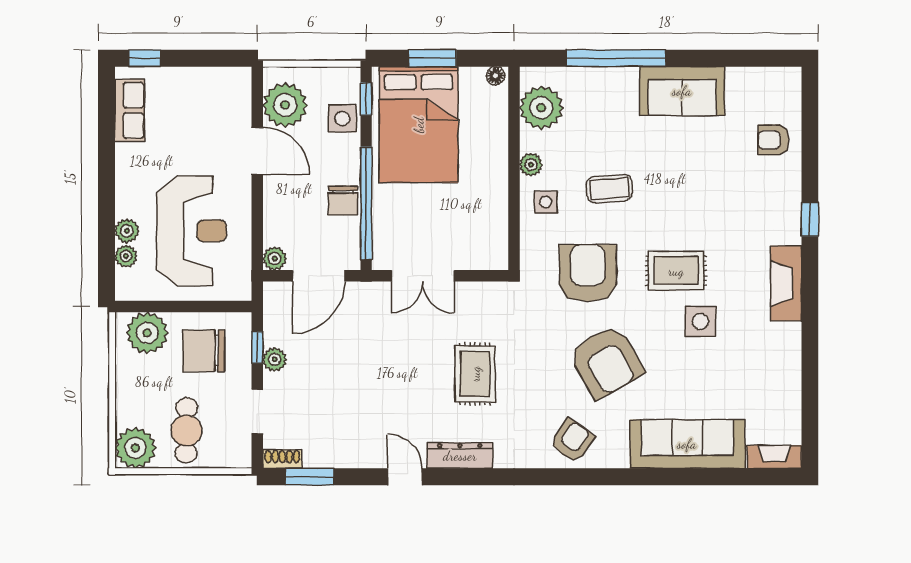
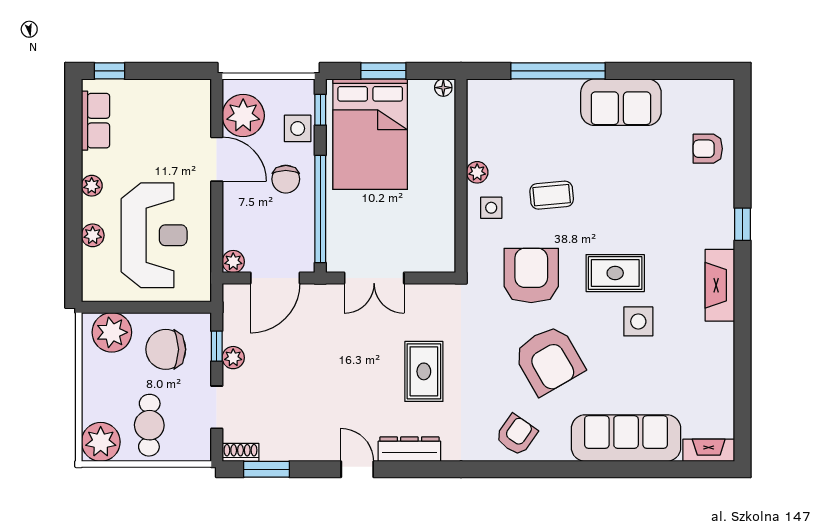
plant: (541, 108) -> (487, 118), removed
chair: (343, 201) -> (286, 179), moved
plant: (126, 256) -> (92, 186), moved

